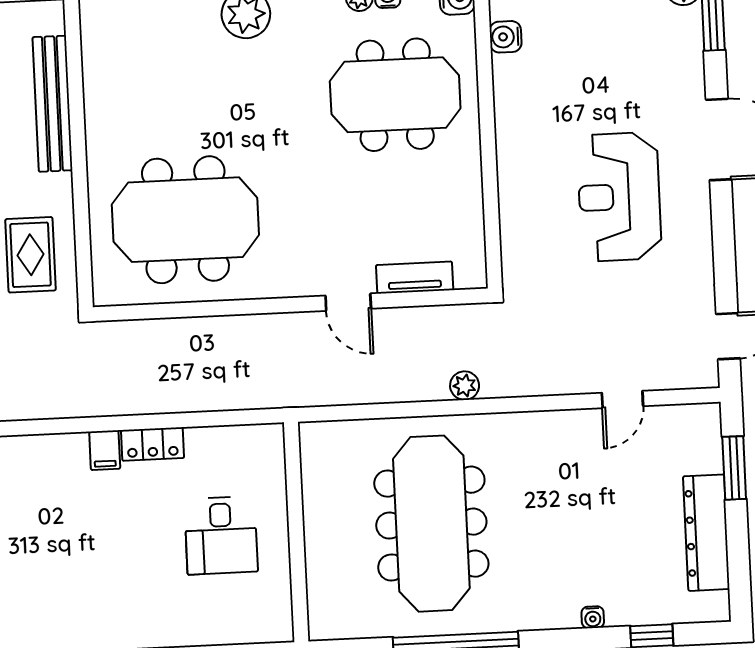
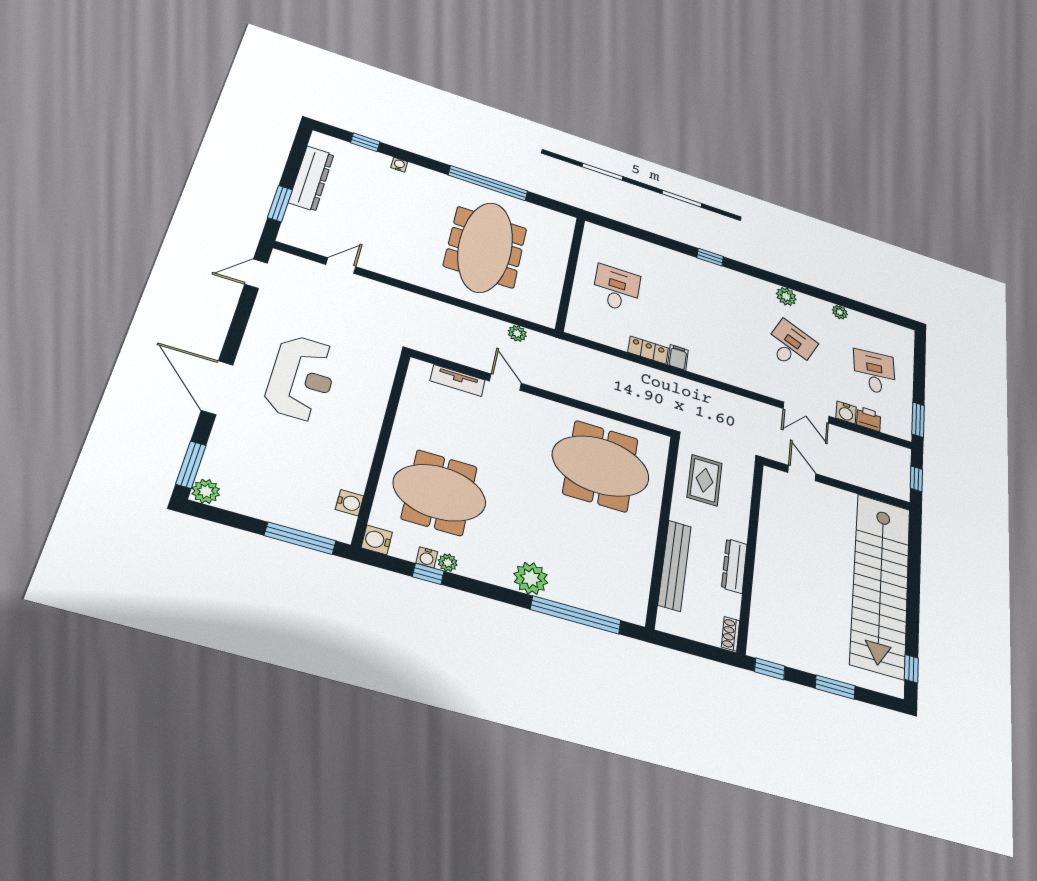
plant: (465, 386) -> (517, 333), moved

